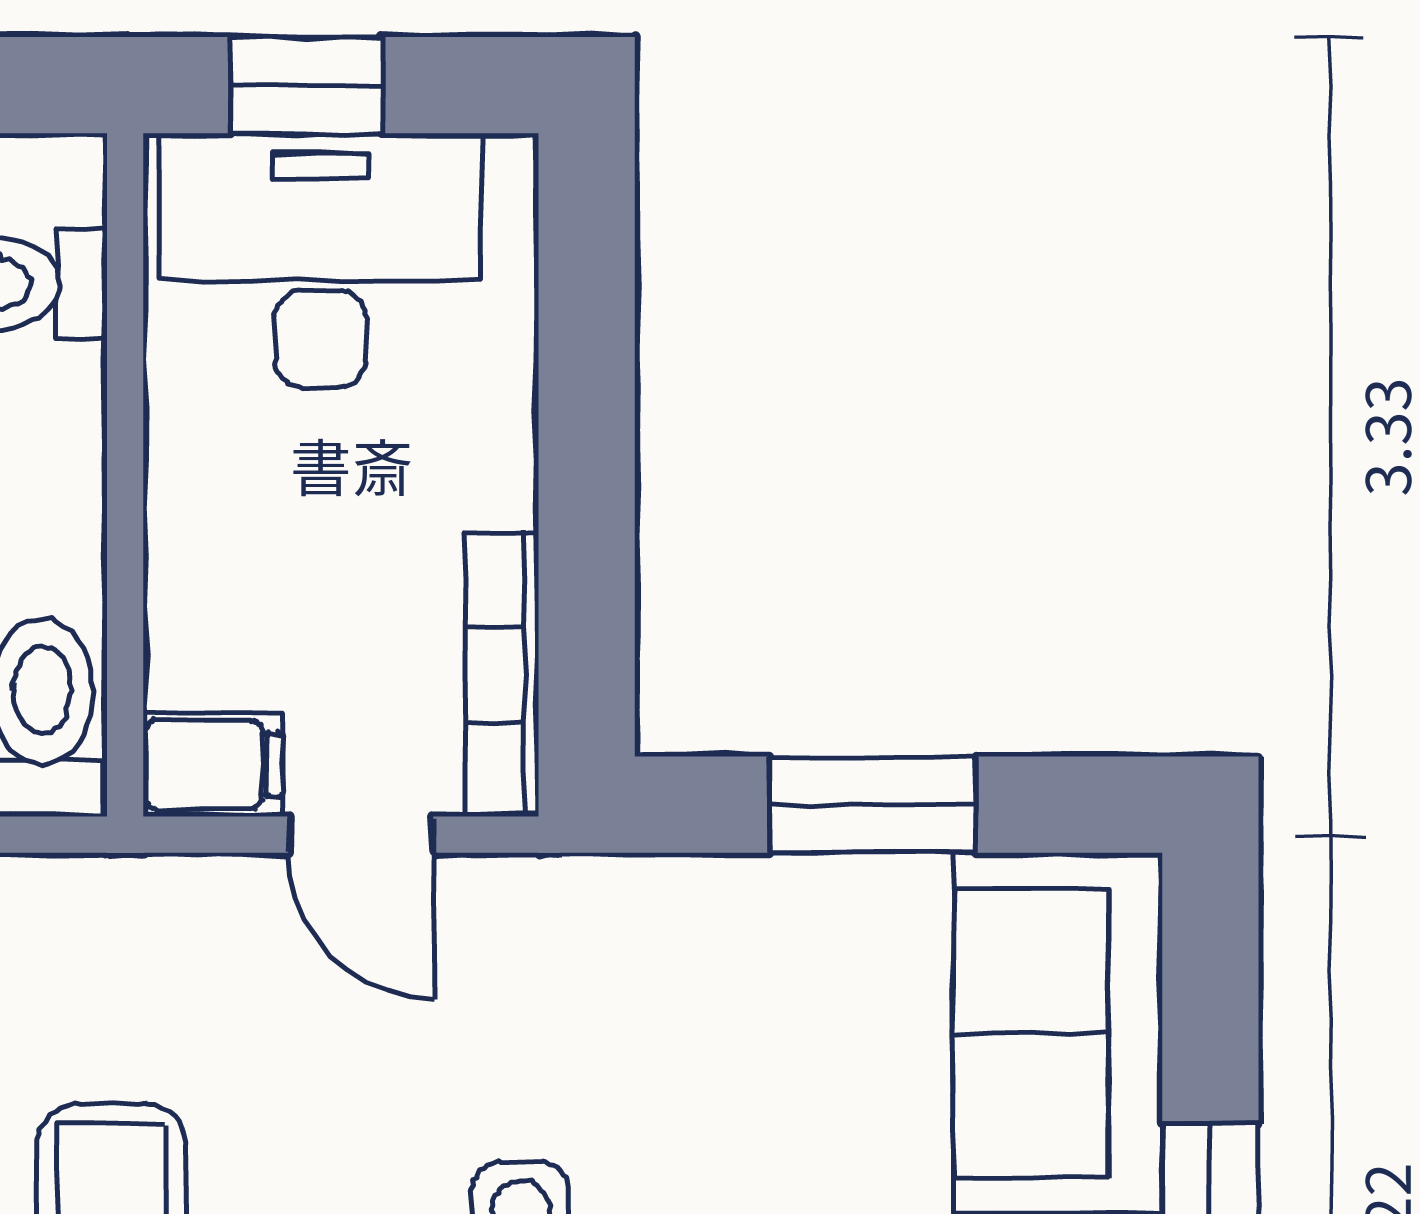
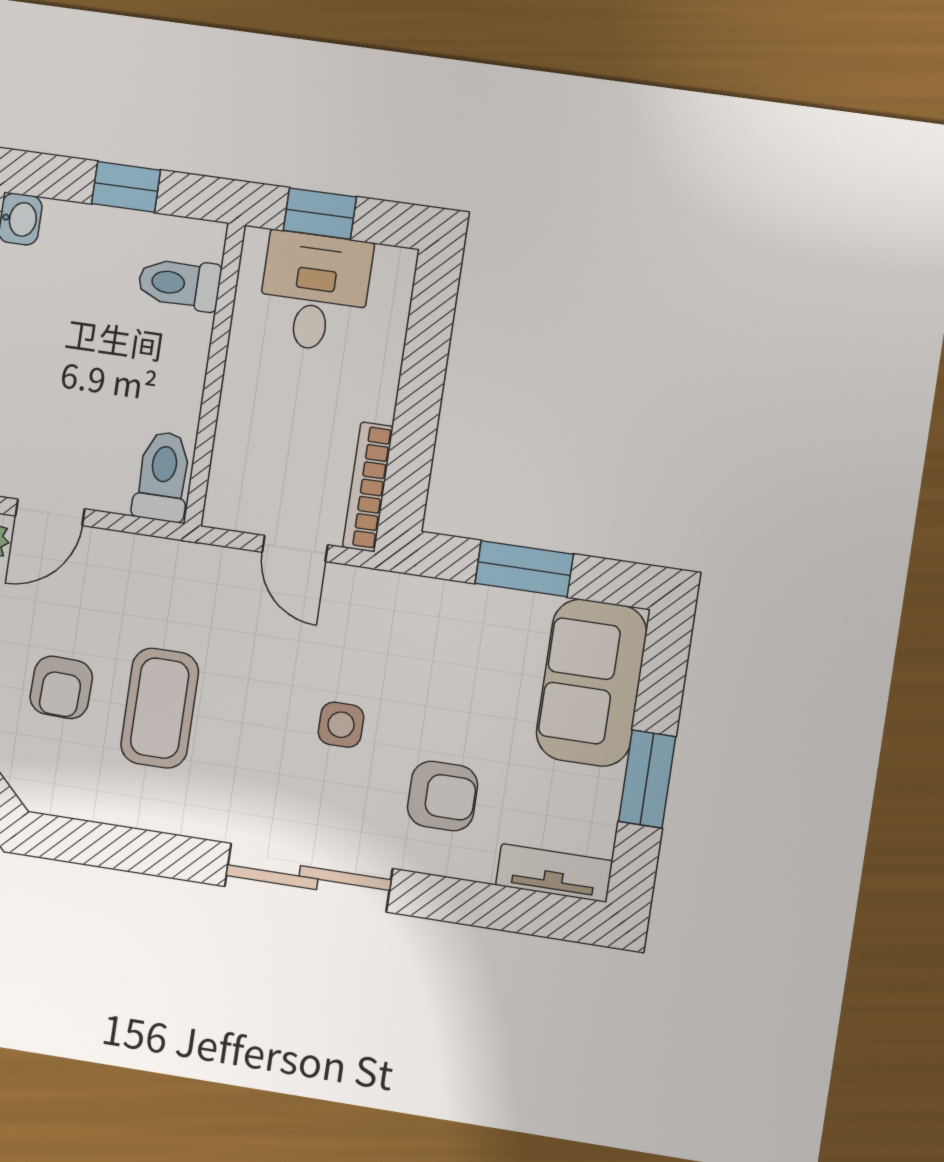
desk: (320, 260) -> (315, 292), width x0.73
filing cabinet: (213, 764) -> (234, 508), removed

